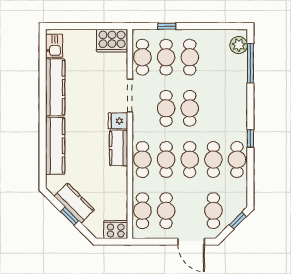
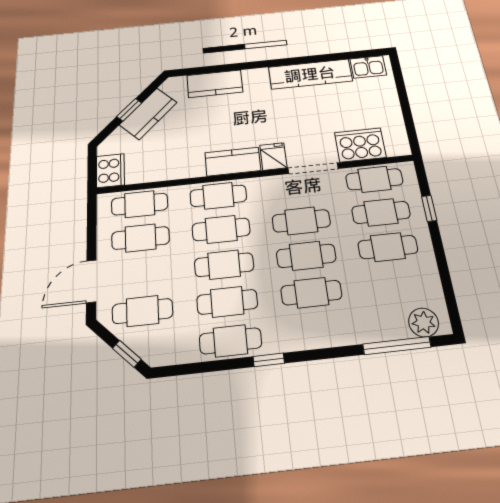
cooker: (112, 41) -> (360, 145), moved, turned 90
cafe table: (213, 108) -> (311, 293), added
kitchen counter: (55, 146) -> (215, 84), width x0.67

